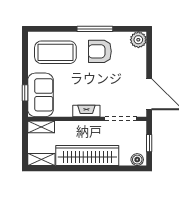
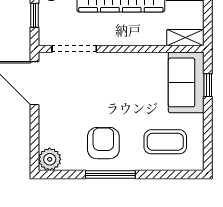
armchair: (100, 51) -> (103, 143), turned -90
coffee table: (55, 52) -> (165, 142), width x0.73, depth x0.76
fireplace: (86, 111) -> (122, 60), removed

